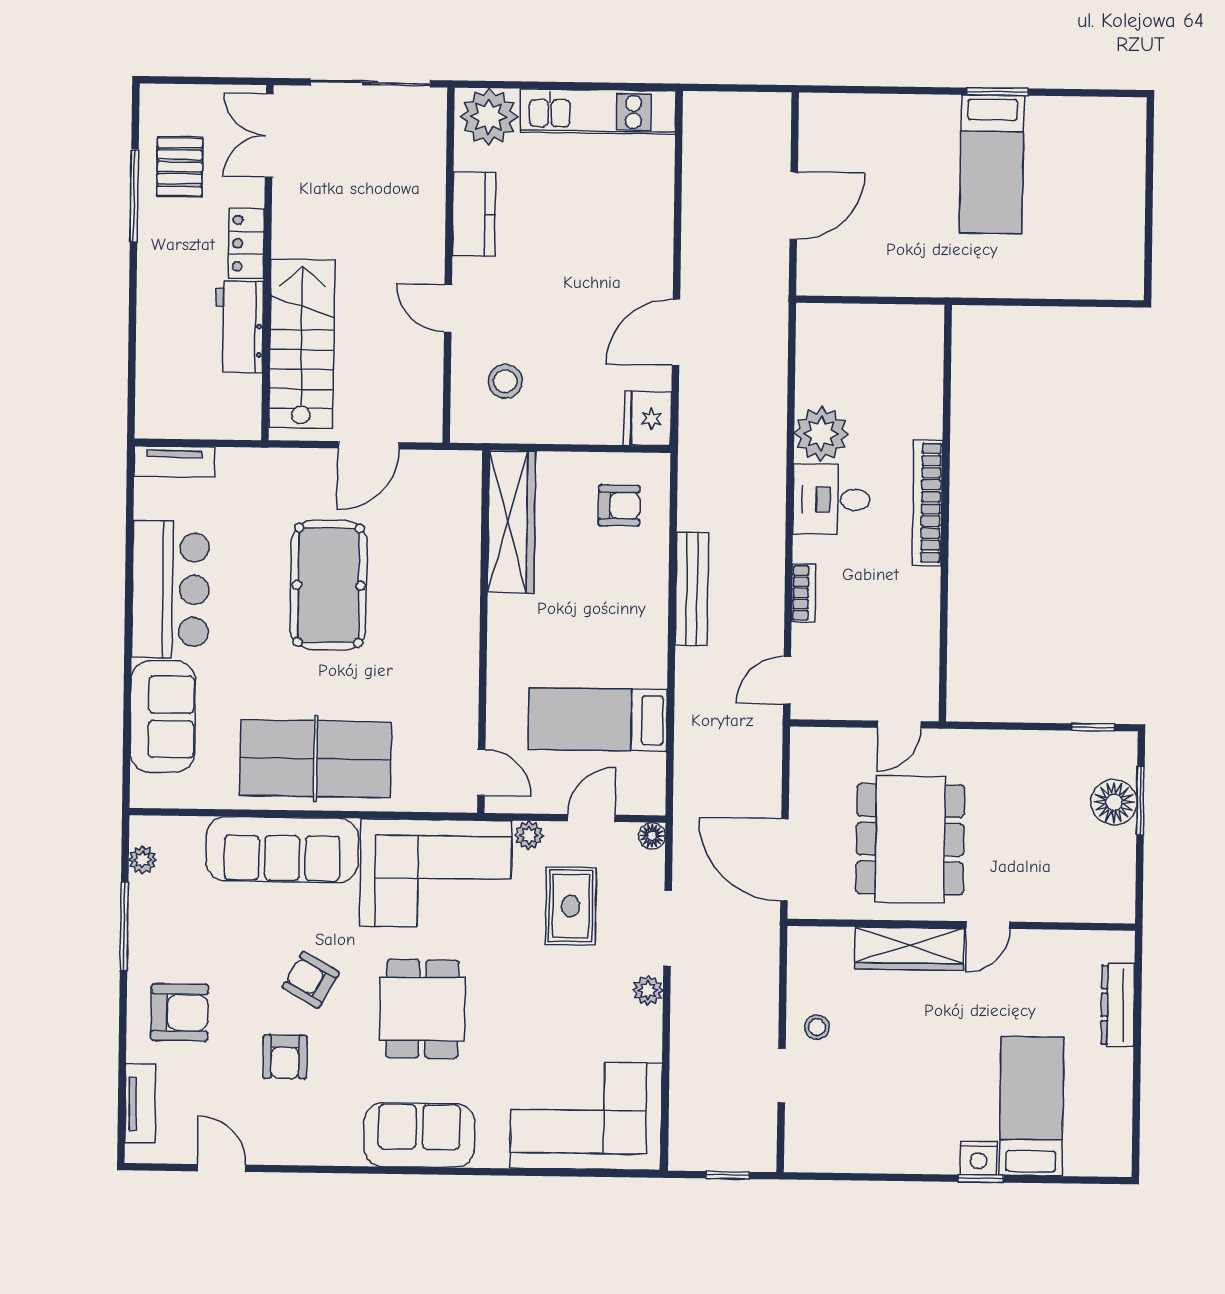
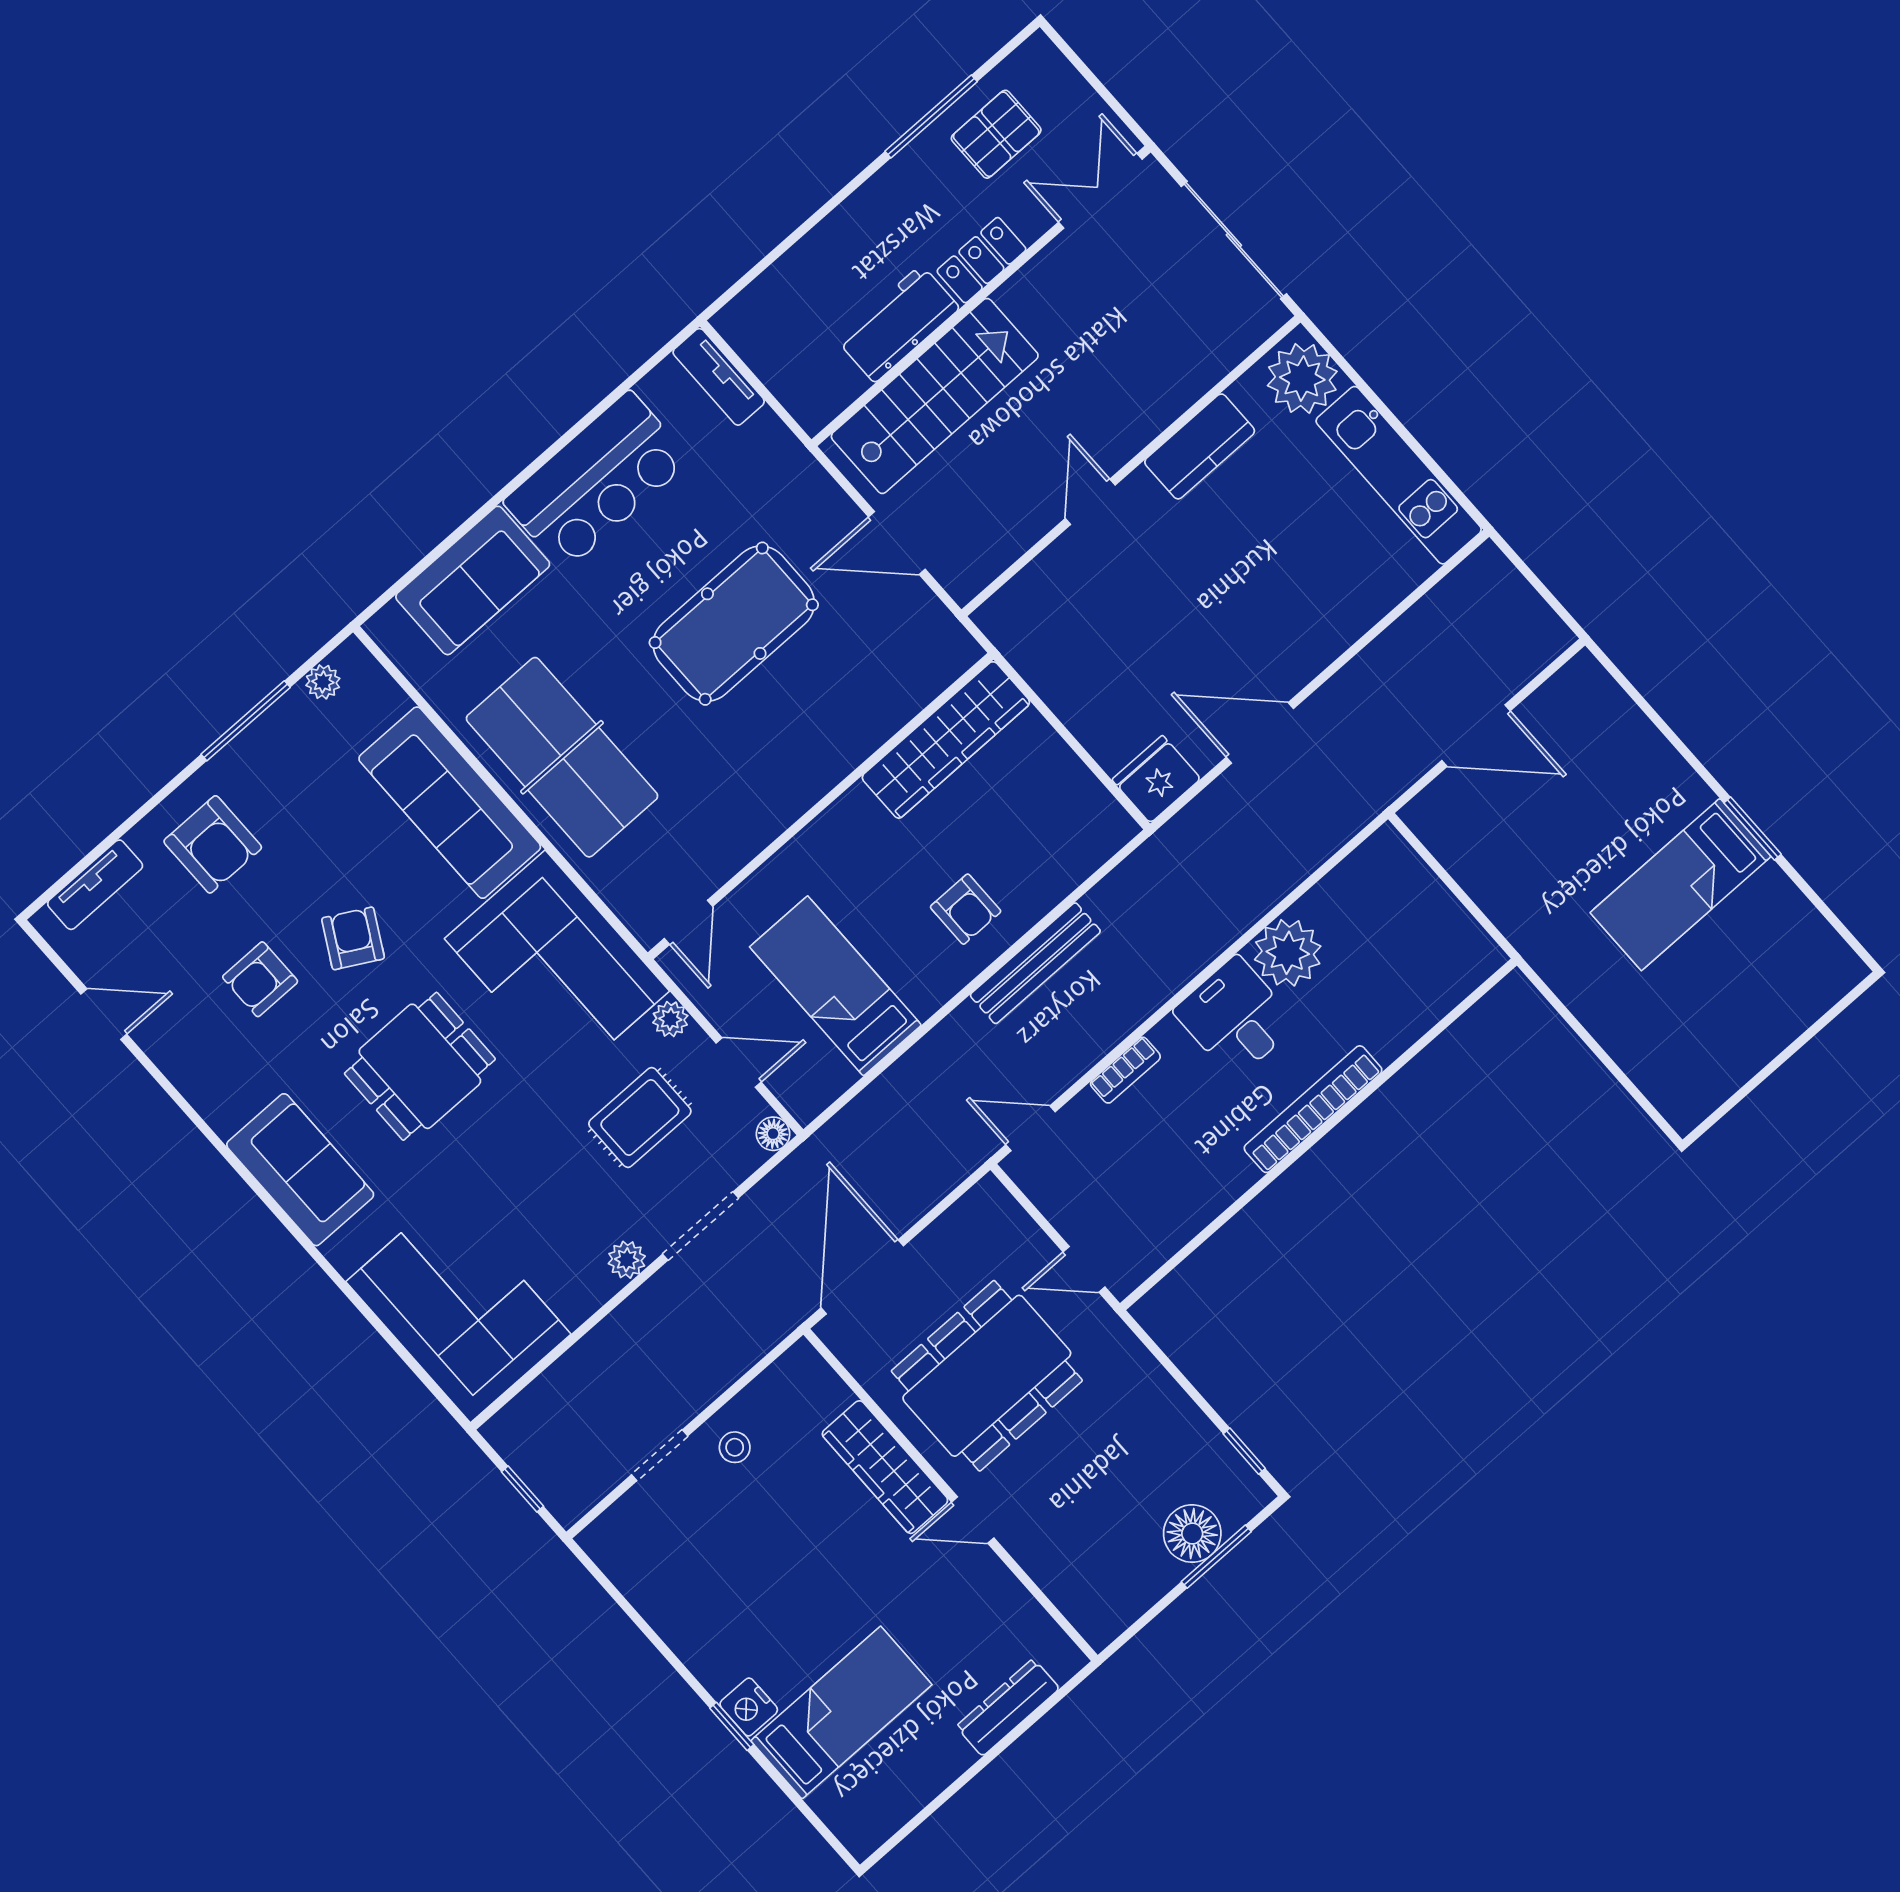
stool: (505, 381) -> (1071, 616), removed
armchair: (619, 506) -> (966, 909), moved
door: (222, 1168) -> (104, 1014), hinge flipped

